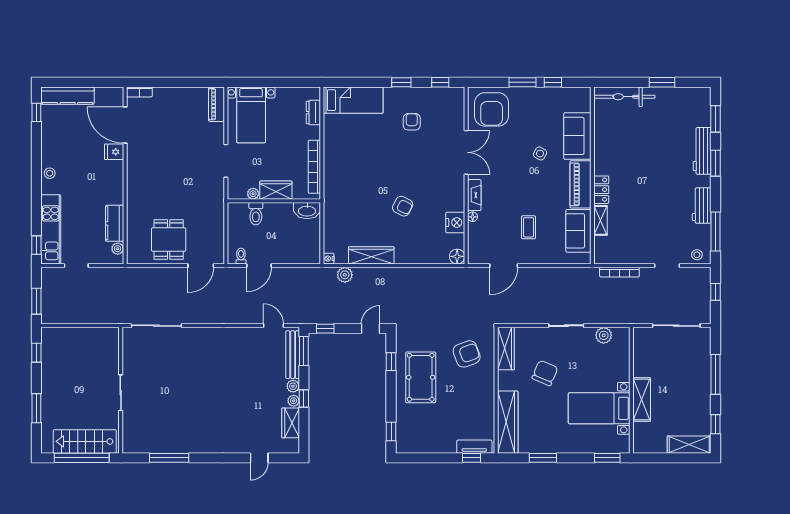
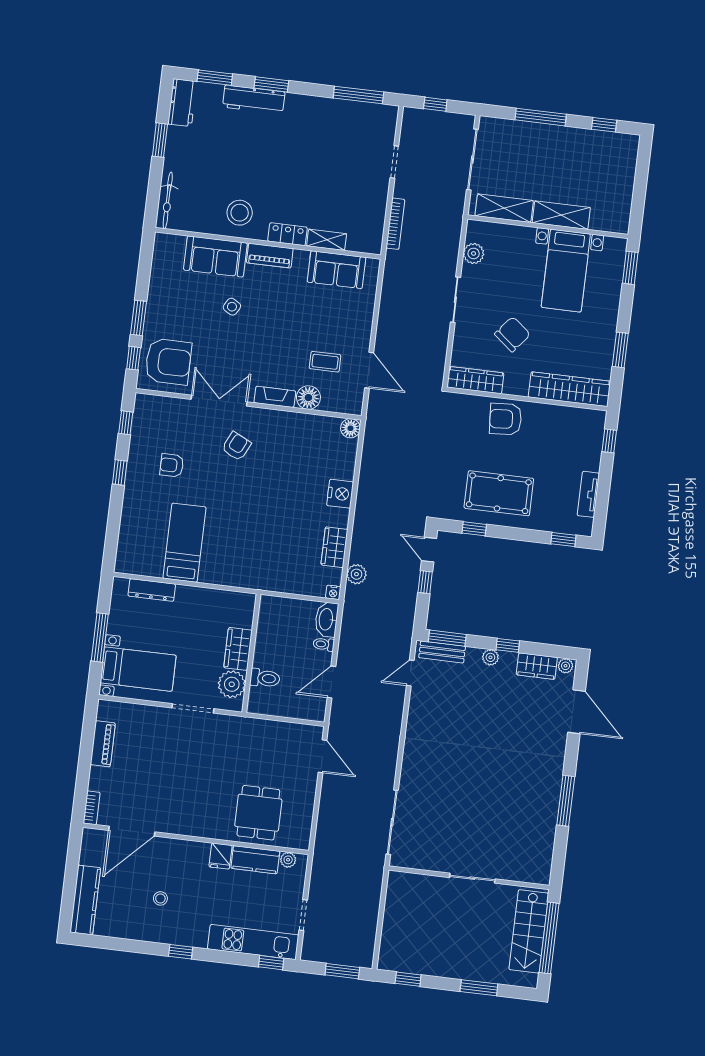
window: (272, 82) -> (100, 637), added
window: (553, 82) -> (134, 358), moved
bicycle: (624, 97) -> (168, 200), width x0.73, depth x0.71
bed: (353, 100) -> (185, 543), moved
piano: (216, 104) -> (103, 744), moved, turned -90
window: (36, 112) -> (181, 952), moved
dresser: (313, 113) -> (152, 590), width x1.44
fridge: (114, 152) -> (221, 856), moved
bookcase: (314, 167) -> (214, 596), removed
stool: (50, 173) -> (160, 898), moved
piano: (580, 184) -> (270, 256), width x0.73, depth x0.75
plant: (253, 194) -> (232, 684), width x1.88, depth x1.88
armchair: (403, 206) -> (236, 446), moved
workbench: (702, 206) -> (182, 103), moved, turned -90
washbasin: (307, 211) -> (327, 619), moved, turned 180
floor lamp: (473, 217) -> (308, 398), width x1.89, depth x1.89
nightstand: (455, 222) -> (340, 494), moved, turned 90
coffee table: (529, 227) -> (325, 362), moved
dining table: (169, 240) -> (258, 813), moved, turned 90
wardrobe: (371, 255) -> (334, 547), width x0.67
stool: (697, 255) -> (240, 213), moved, width x1.89, depth x1.89
toilet: (241, 256) -> (324, 644), moved
door: (259, 266) -> (331, 682), swing flipped
window: (325, 329) -> (425, 582), moved
armchair: (467, 354) -> (506, 419), moved, turned -74
bench: (293, 355) -> (442, 652), width x0.73
chair: (545, 373) -> (512, 334), turned 106
plant: (294, 401) -> (566, 666), moved
shelving: (689, 445) -> (504, 208), moved, turned 90
tv unit: (474, 447) -> (588, 494), moved
window: (169, 458) -> (566, 801), moved
door: (259, 458) -> (577, 712), width x1.87

